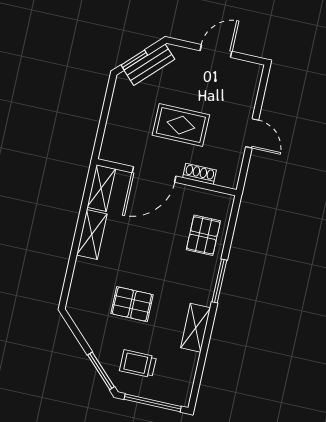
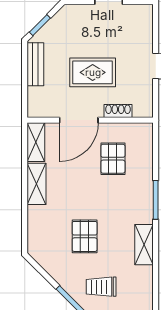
bench: (149, 65) -> (35, 64), moved, turned -45
pallet: (203, 235) -> (113, 159), moved
pallet: (132, 304) -> (85, 236), turned 90

